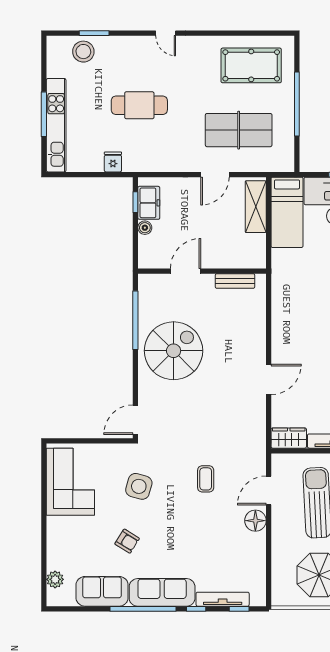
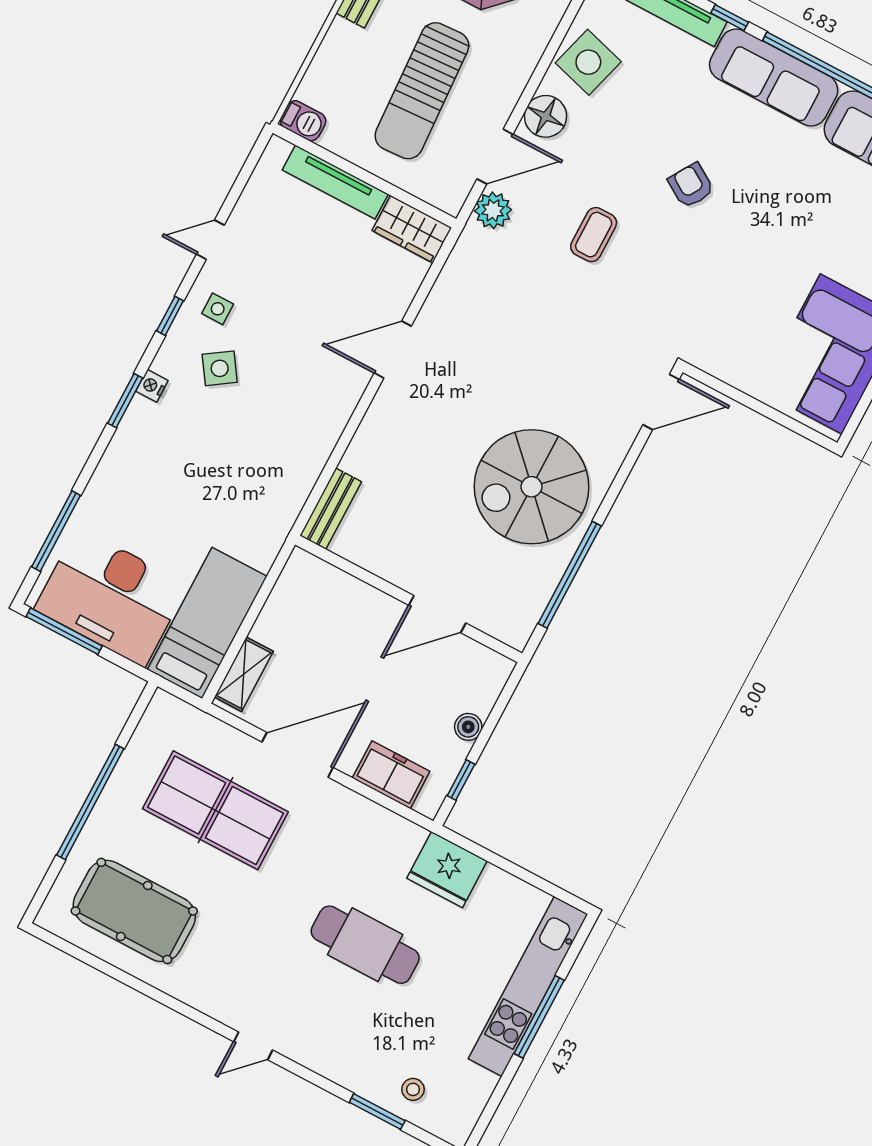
door: (166, 33) -> (253, 1046), swing flipped
stool: (83, 52) -> (413, 1089), width x0.53, depth x0.53
fridge: (113, 162) -> (447, 870), width x1.88, depth x1.34
door: (215, 175) -> (298, 755), width x1.36
freezer: (149, 203) -> (391, 775), moved, turned 90
shelving: (256, 207) -> (244, 674), width x0.67, depth x0.75
bench: (235, 281) -> (331, 509), moved, turned 90
plant: (257, 466) -> (493, 210), added
side table: (139, 486) -> (588, 62), moved
armchair: (127, 541) -> (691, 185), moved

